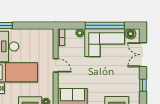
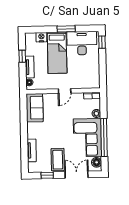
coffee table: (127, 74) -> (58, 160), added

